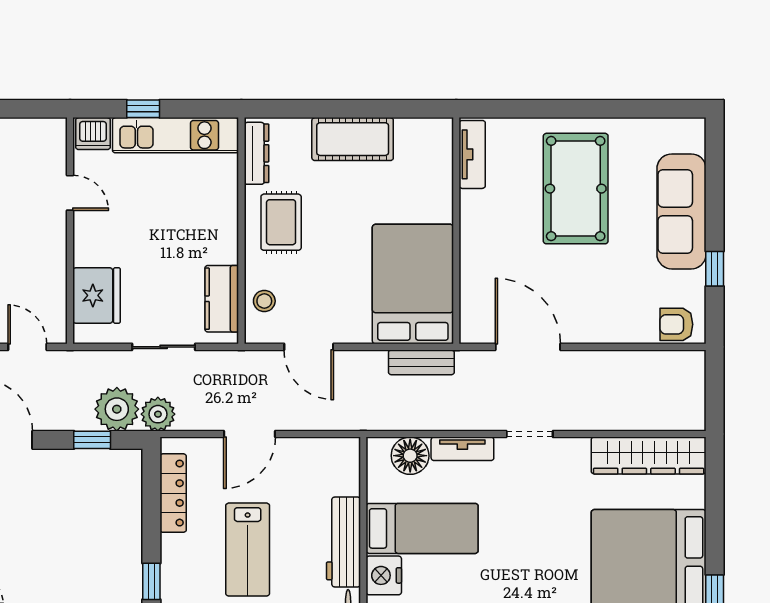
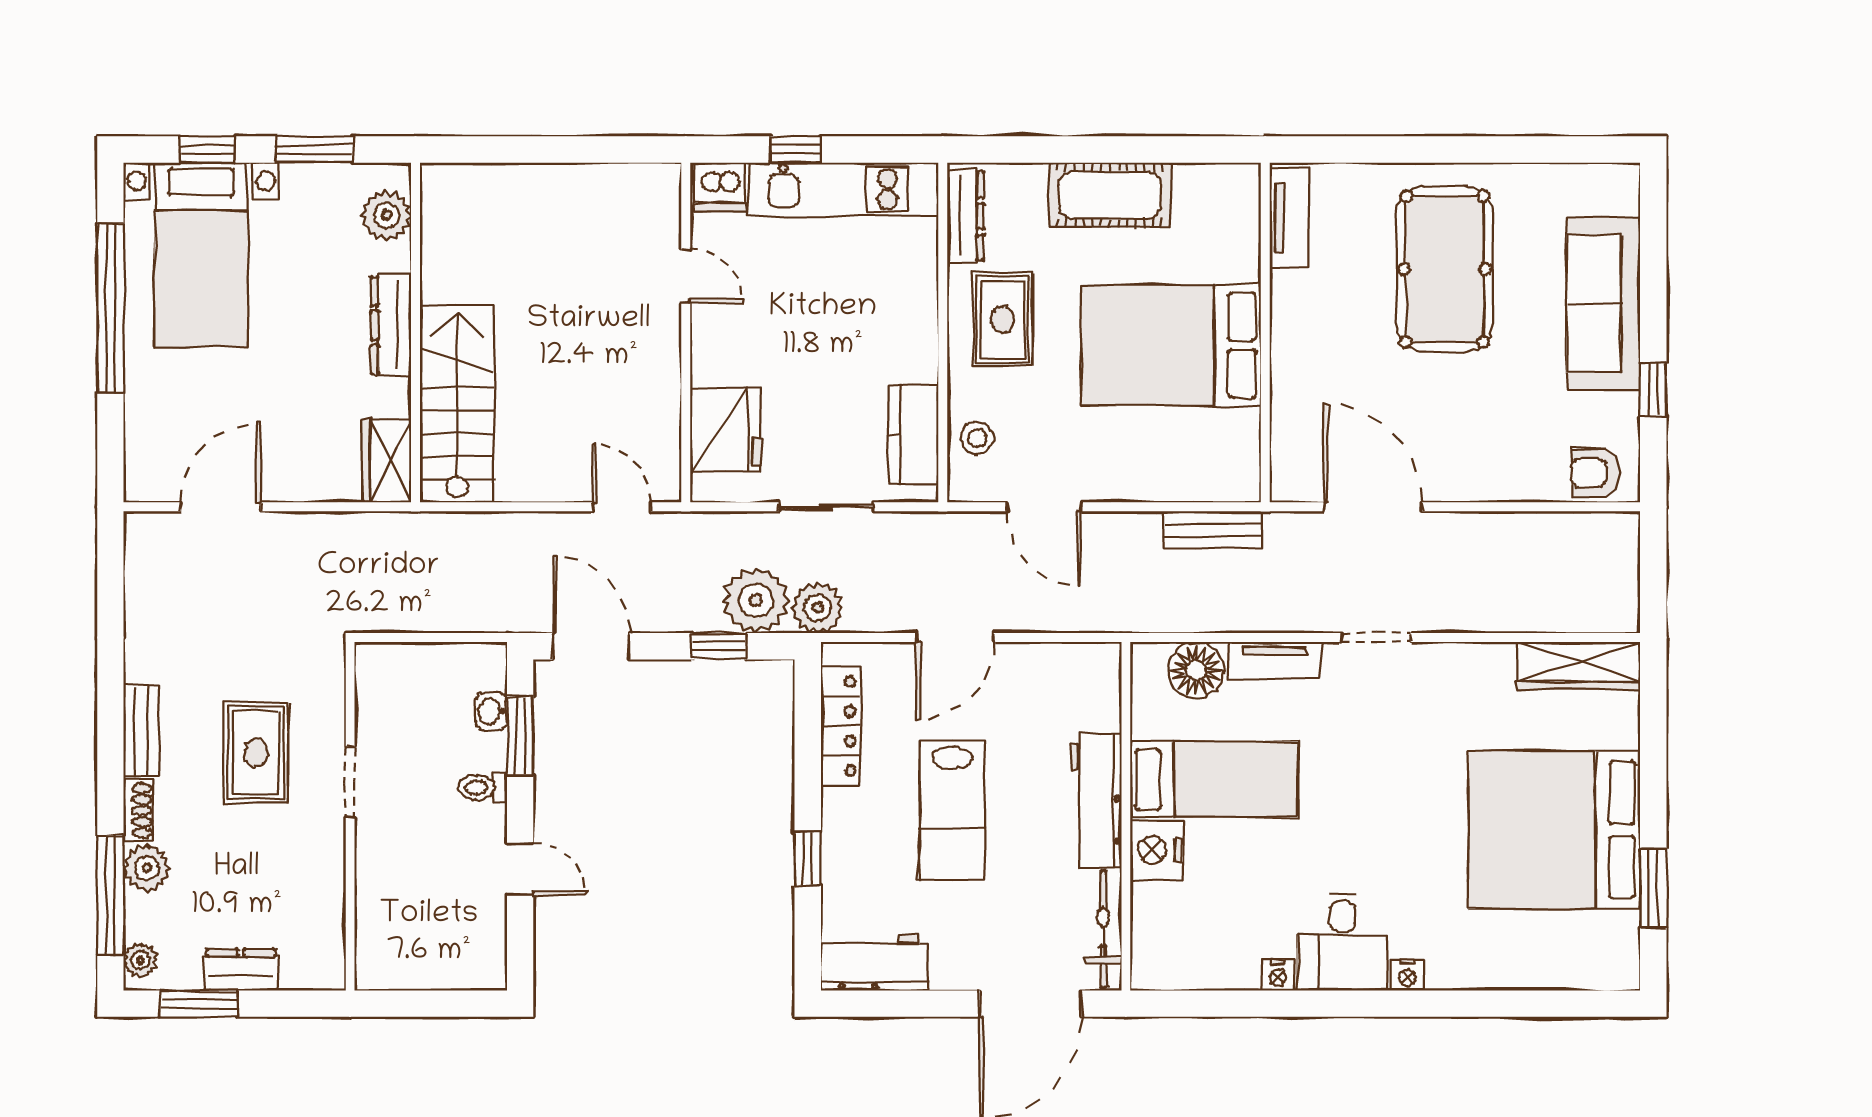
bed: (413, 284) -> (1171, 345), moved, turned -90
wardrobe: (649, 455) -> (1579, 666), width x0.71, depth x0.85

